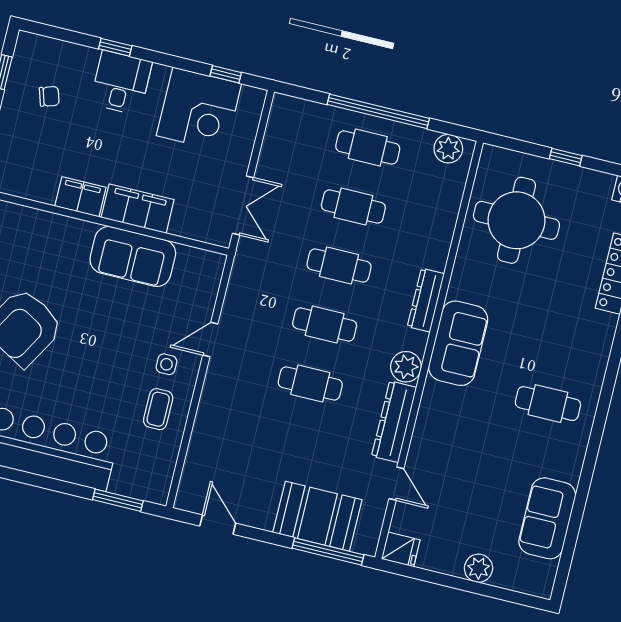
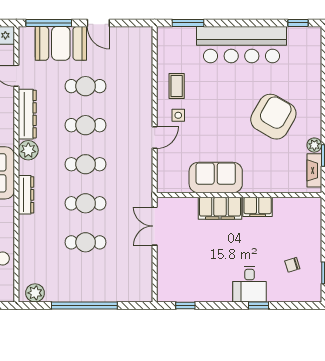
corner desk: (199, 110) -> (197, 279), removed
cafe table: (368, 148) -> (86, 86), moved
door: (218, 525) -> (98, 23), moved

